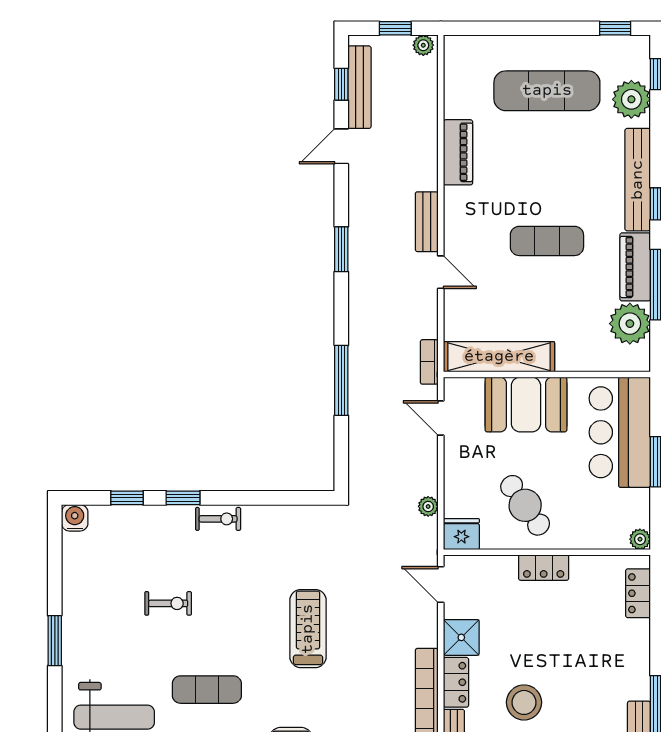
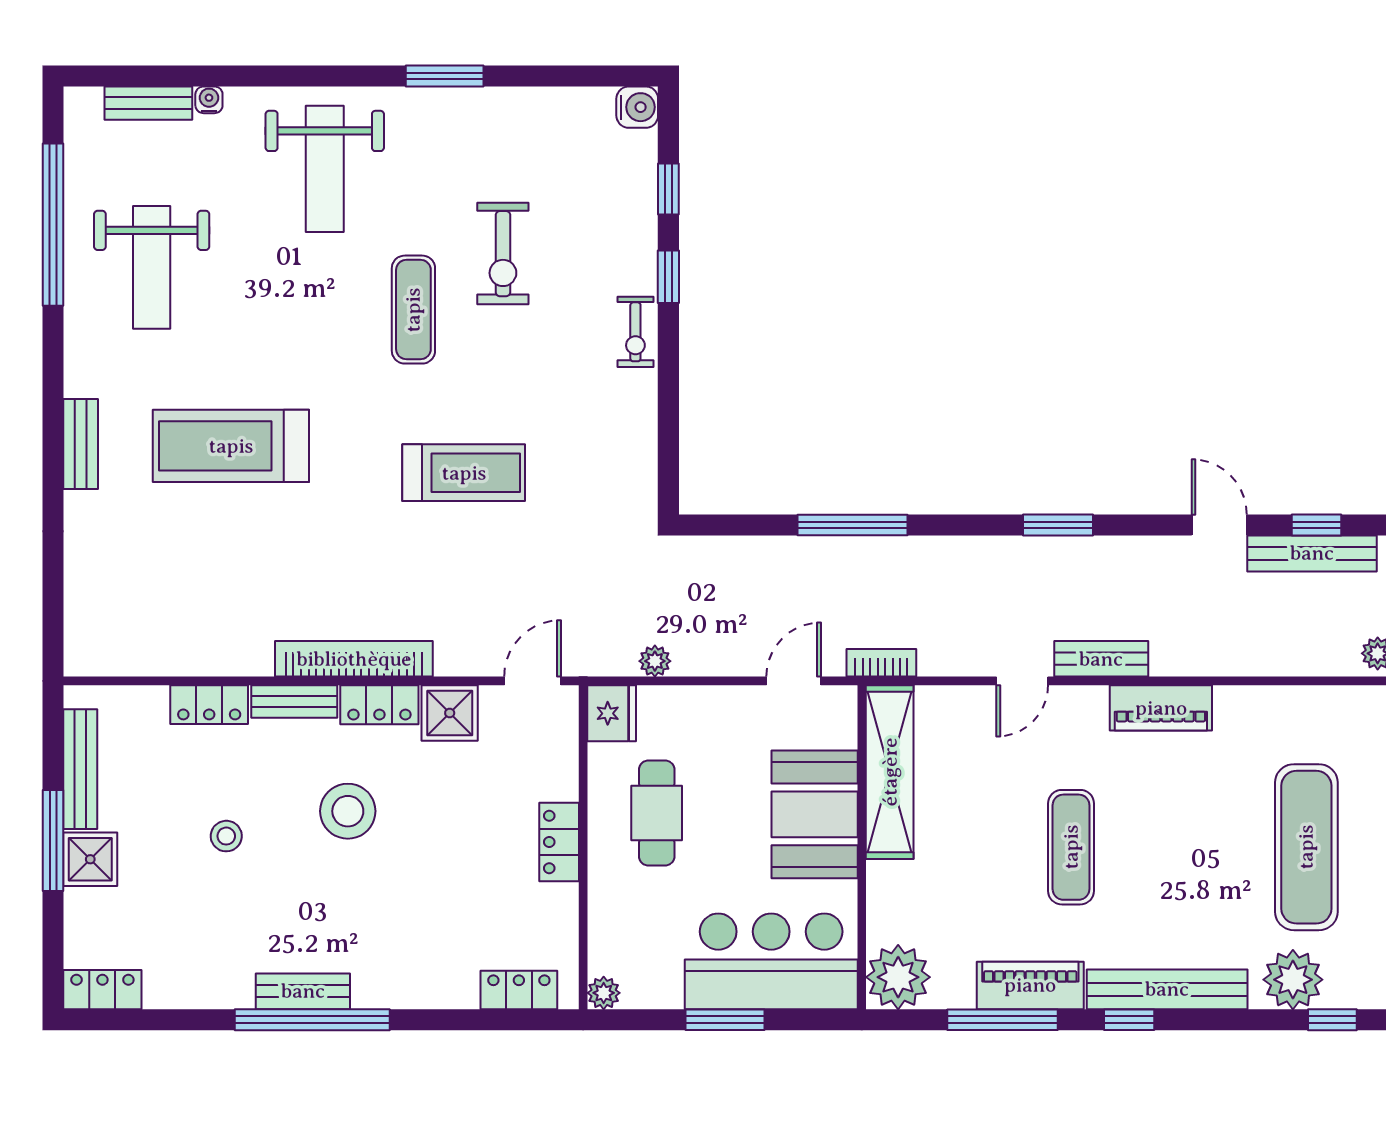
piano: (458, 152) -> (1161, 708), moved
plant: (630, 324) -> (898, 977), moved
cafe table: (525, 505) -> (657, 813), turned -55
exercise bike: (168, 603) -> (503, 254), width x1.38, depth x1.39
exercise mat: (207, 690) -> (413, 310), moved

